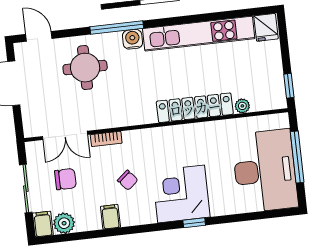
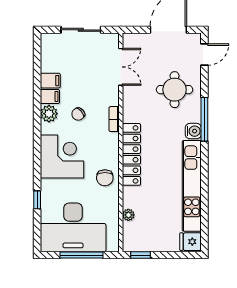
locker: (195, 108) -> (131, 154), moved
double door: (65, 135) -> (121, 67), swing flipped
bookcase: (106, 139) -> (114, 119), moved
chair: (65, 179) -> (105, 178), moved
plant: (64, 223) -> (49, 114), moved
window: (194, 223) -> (37, 200), moved
filing cabinet: (43, 224) -> (50, 81), moved

